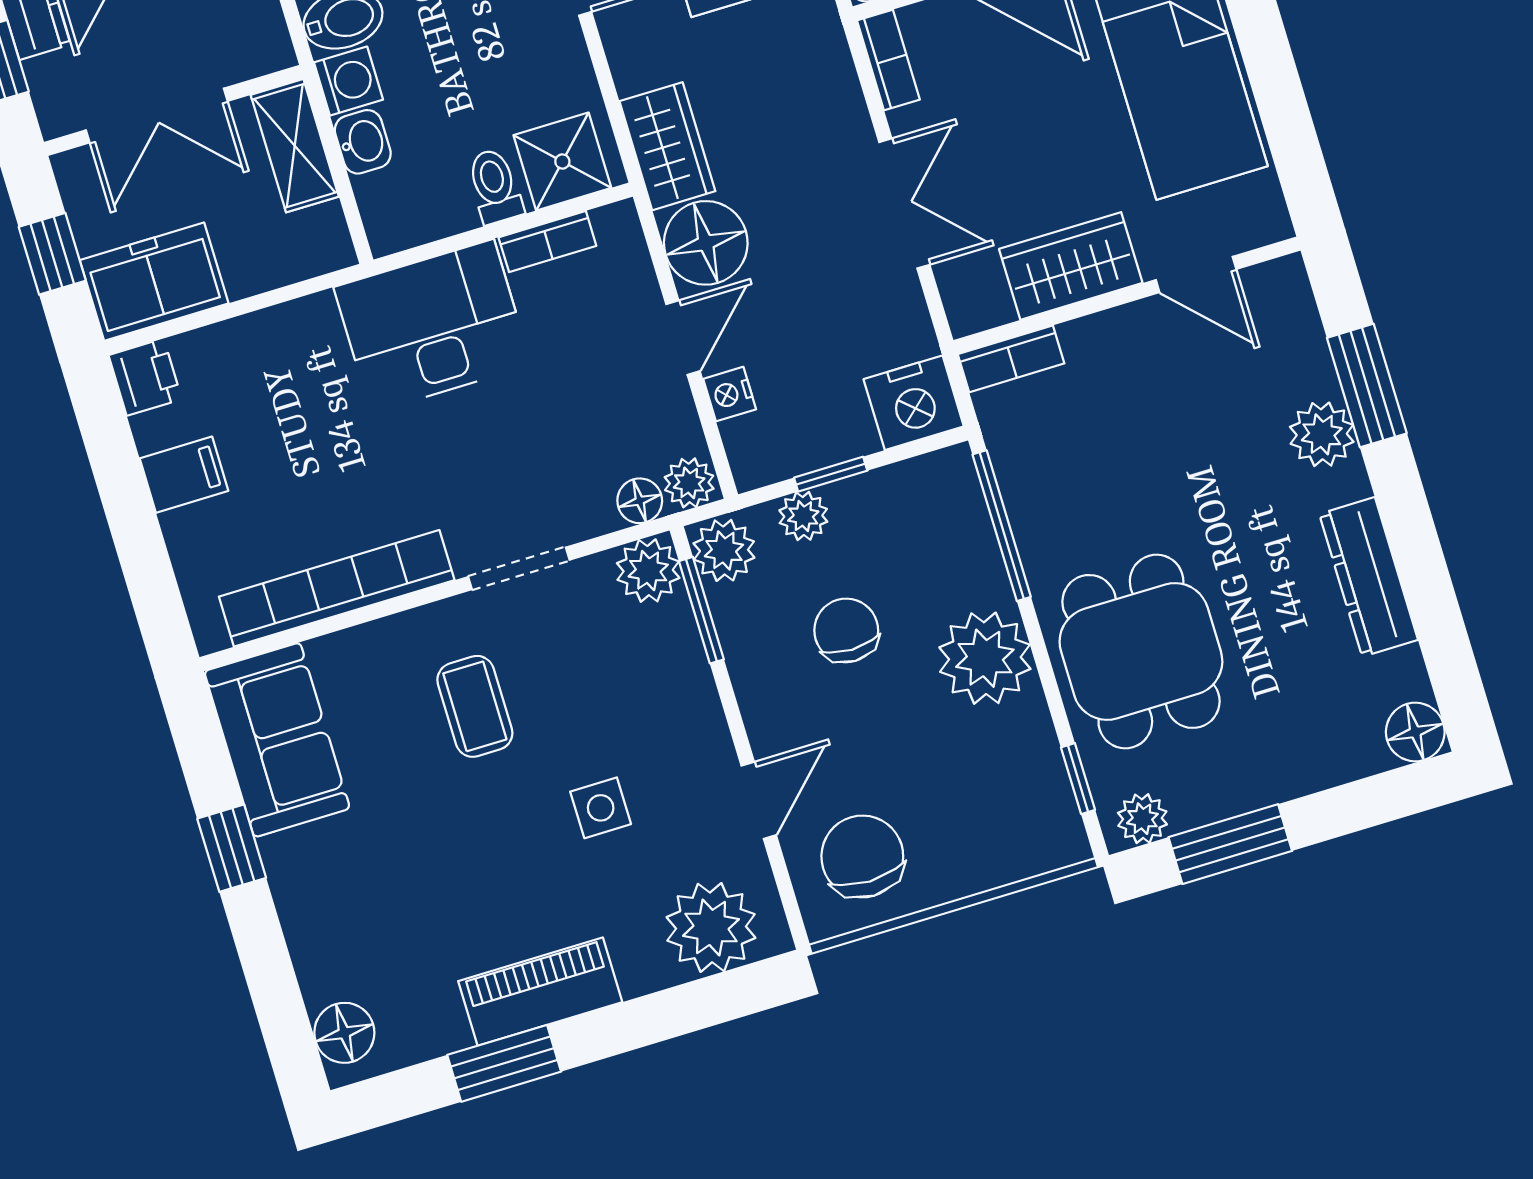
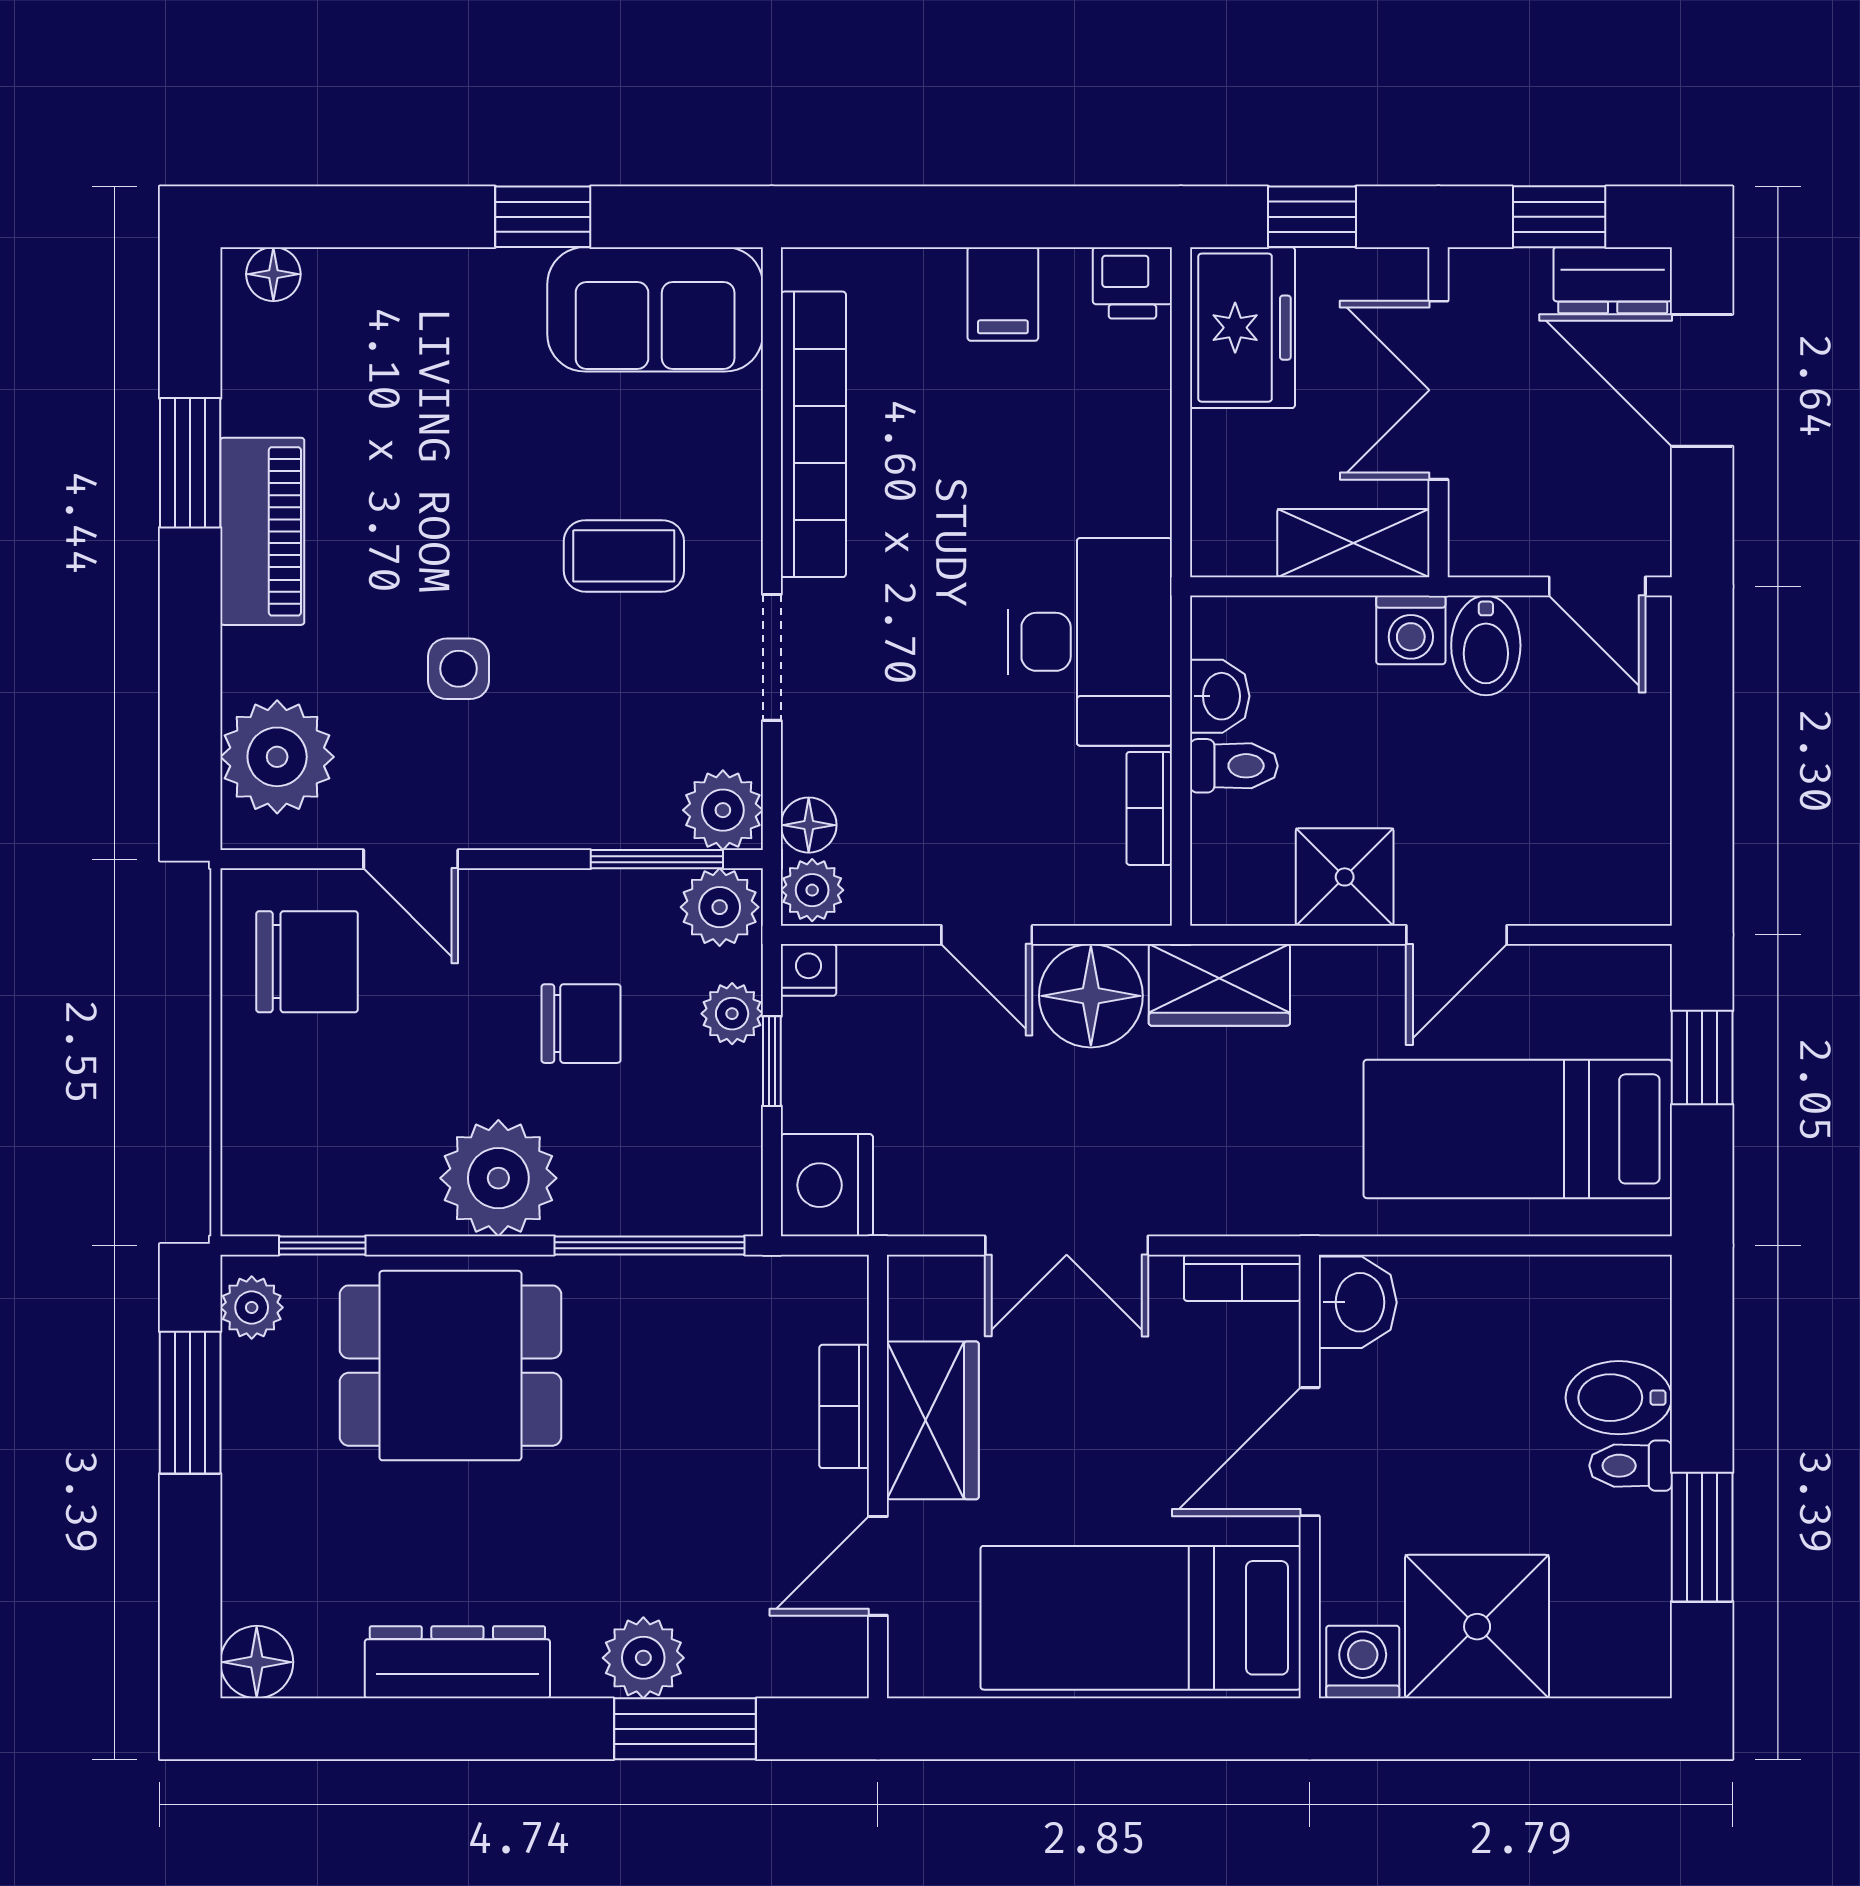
washbasin: (363, 142) -> (1220, 696), moved, turned -90
shower: (562, 161) -> (1345, 877), moved
bookcase: (1011, 359) -> (844, 1406), moved
nightstand: (730, 394) -> (809, 970), moved
floor lamp: (344, 1033) -> (273, 274), width x0.73, depth x0.73

